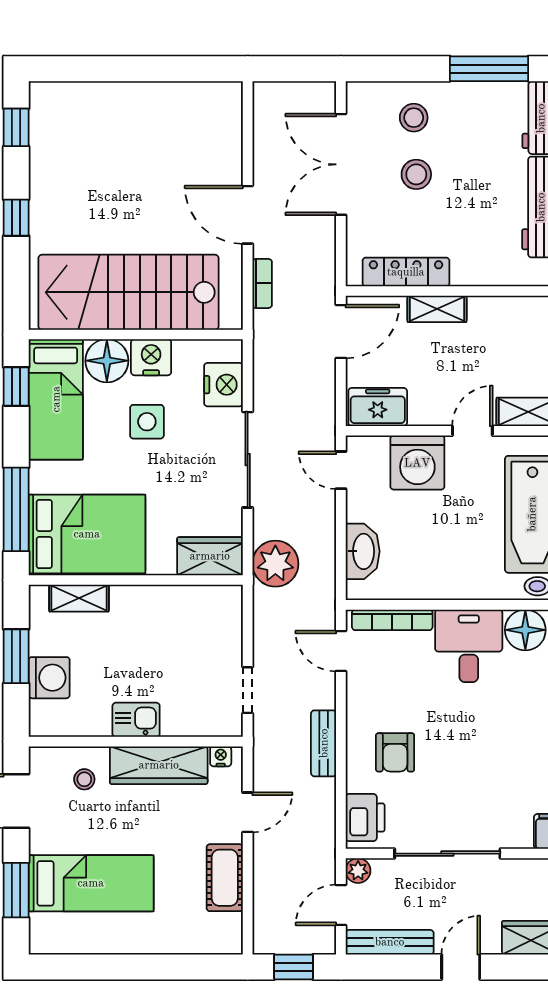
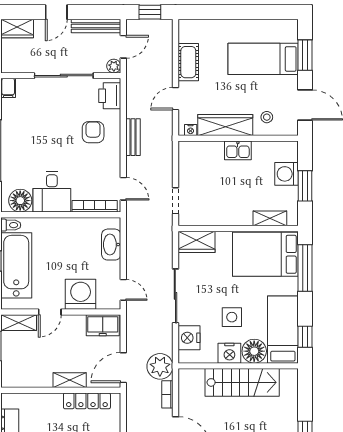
stairs: (129, 292) -> (242, 382), width x0.73, depth x0.66
plant: (275, 564) -> (160, 366), moved
doorway: (248, 690) -> (175, 201), moved

